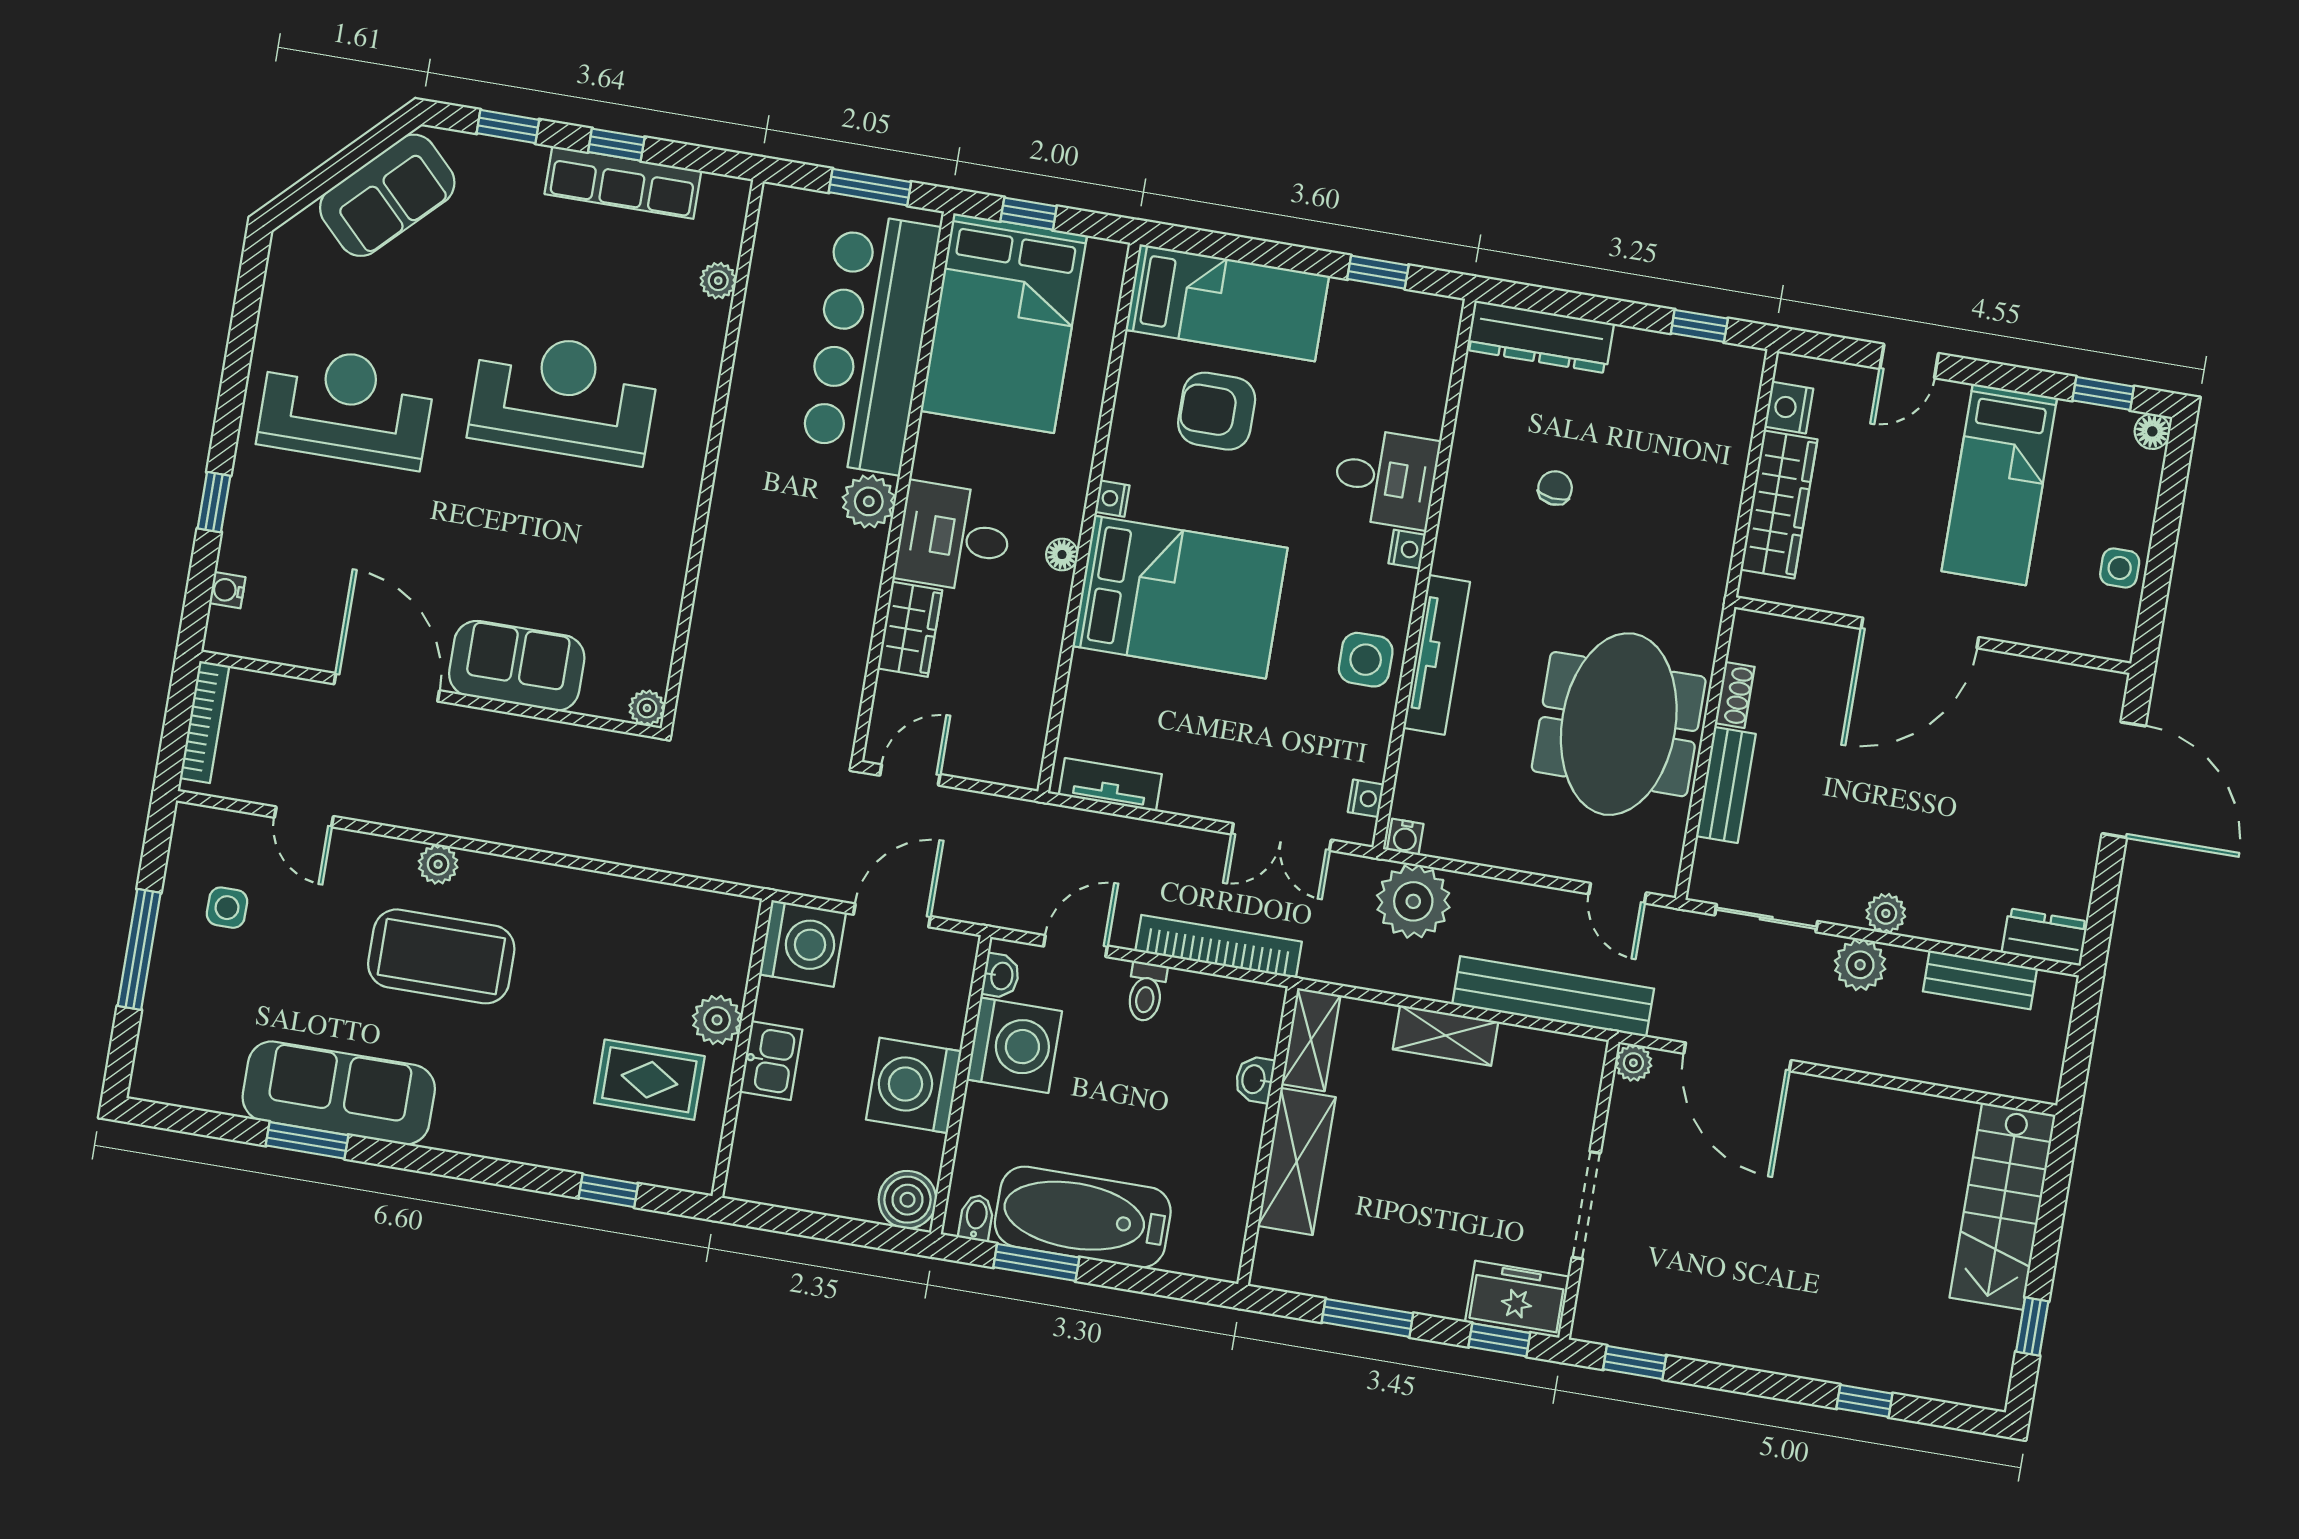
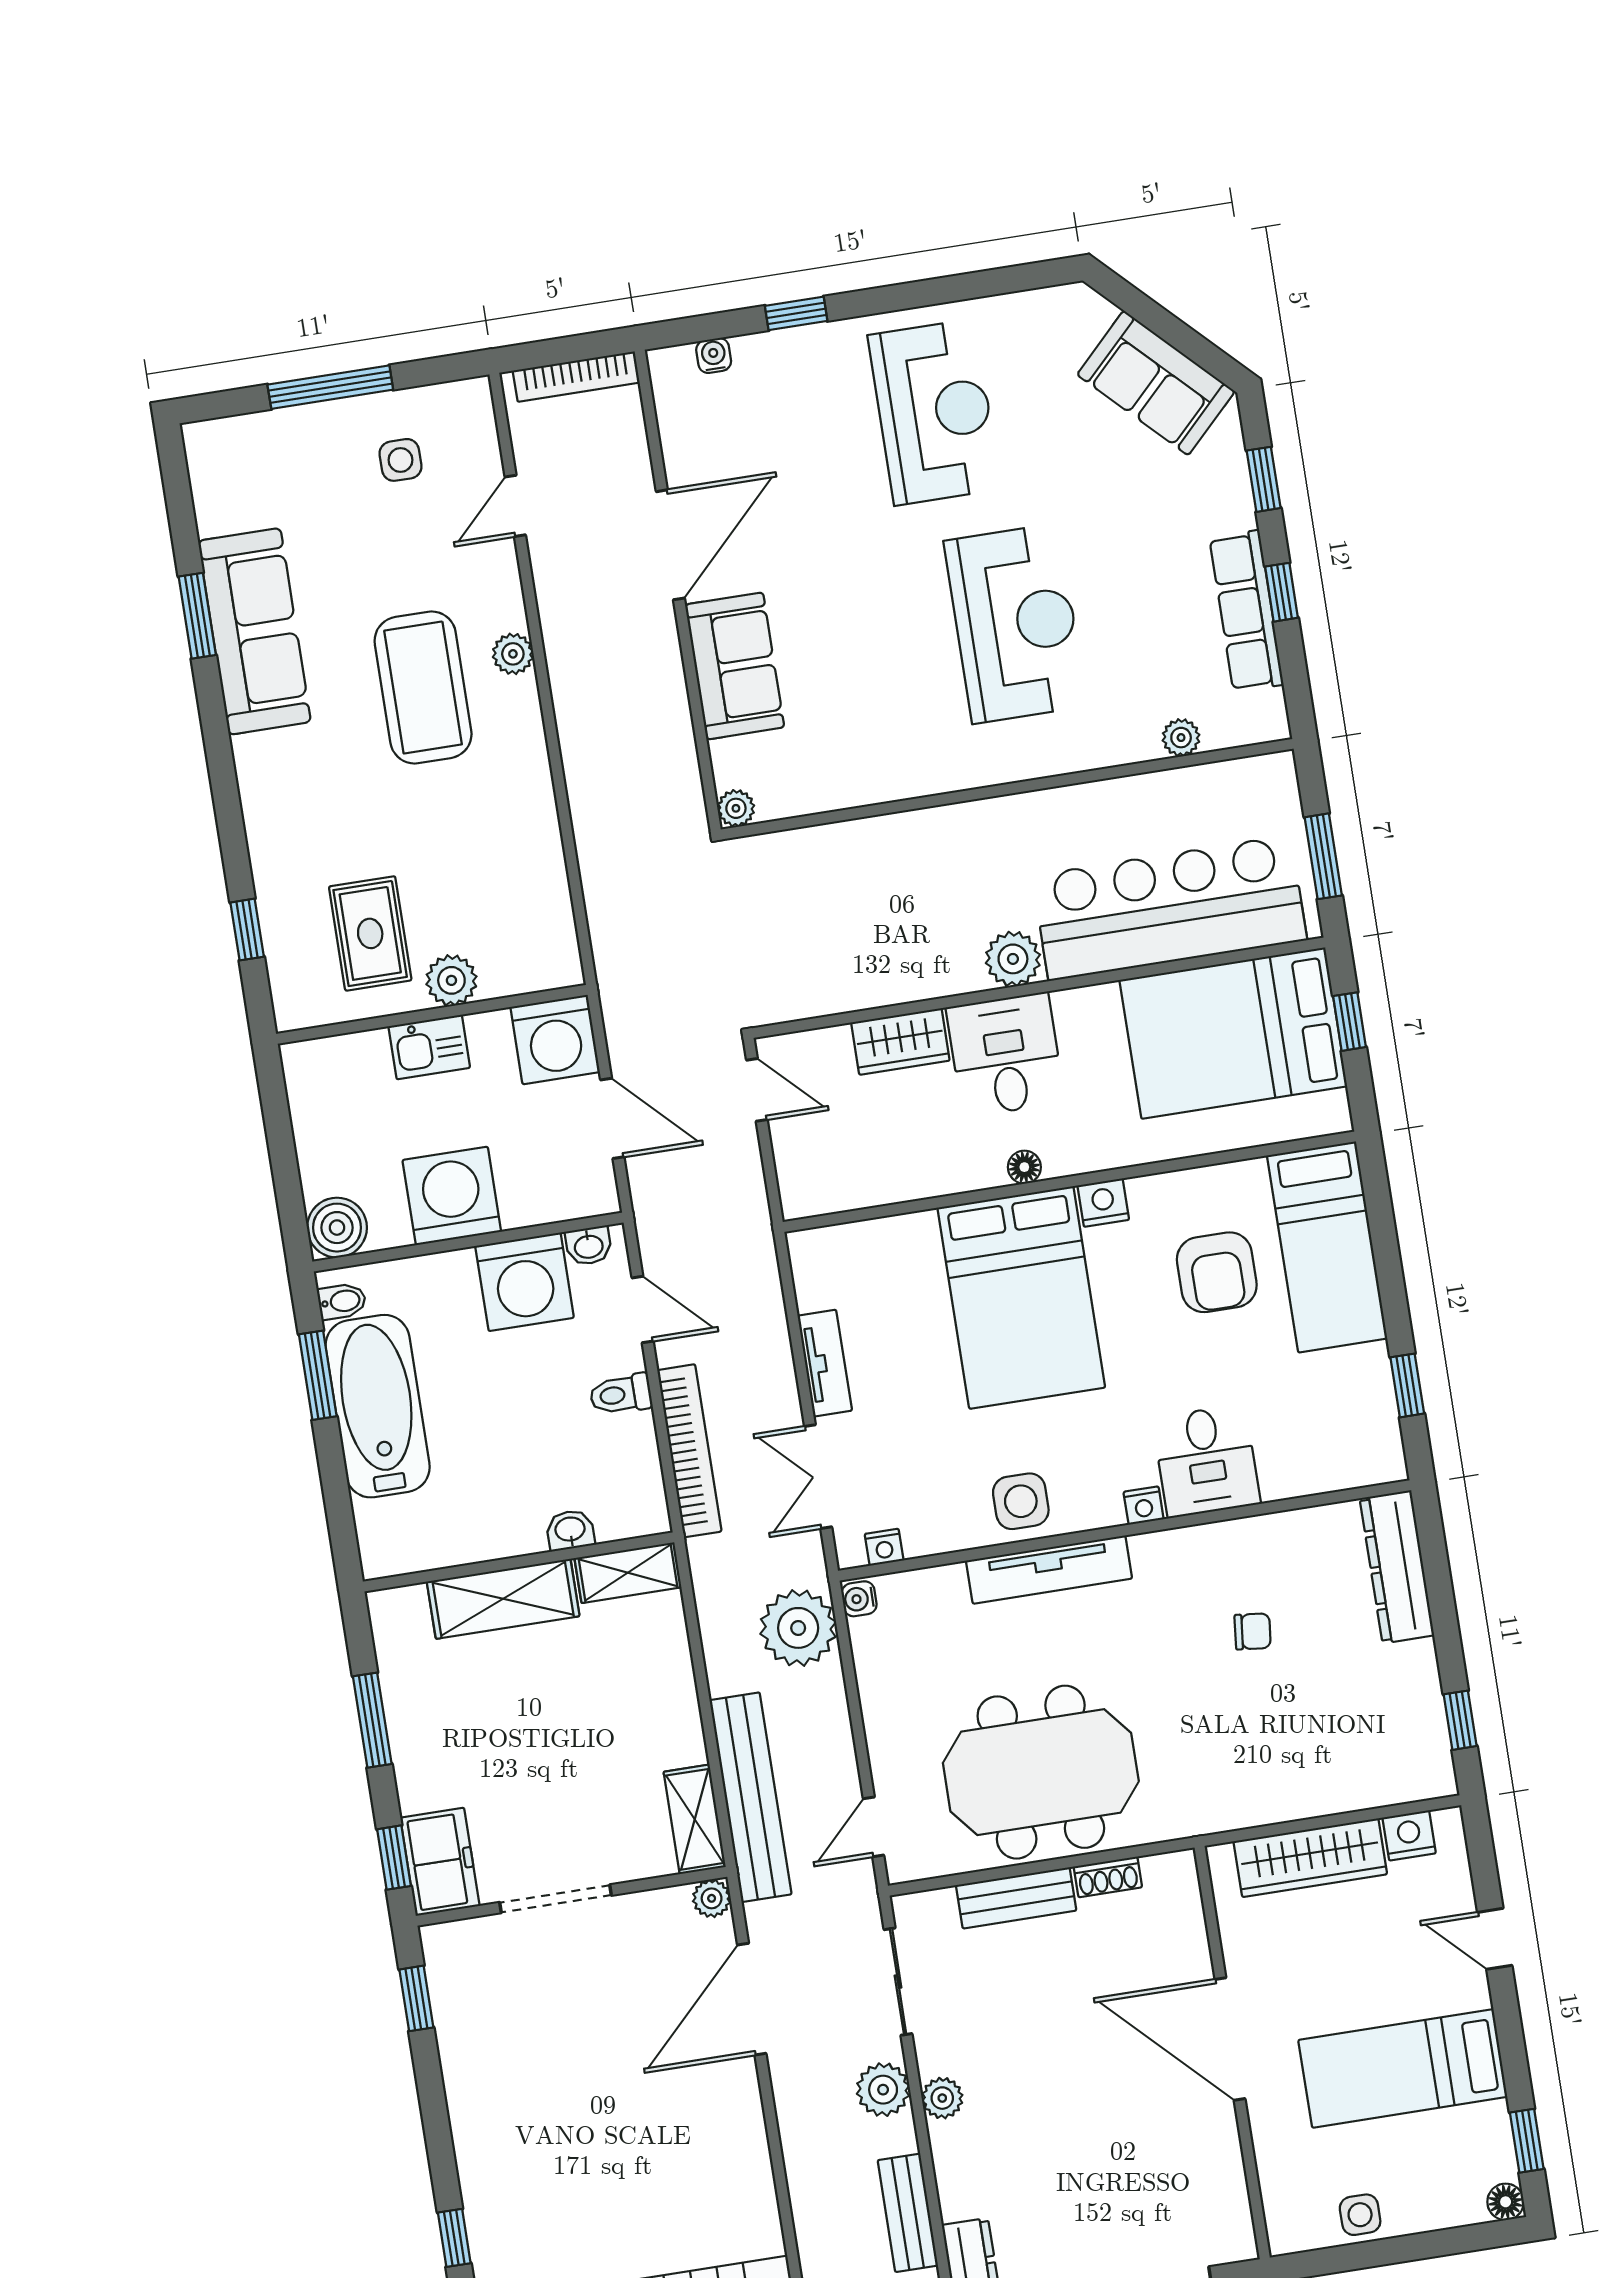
armchair: (1217, 411) -> (1217, 1272), turned 180
nightstand: (1112, 499) -> (1103, 1203), width x1.39, depth x1.35
tv unit: (1110, 785) -> (825, 1363), moved
shelving: (1446, 1036) -> (695, 1819), moved

